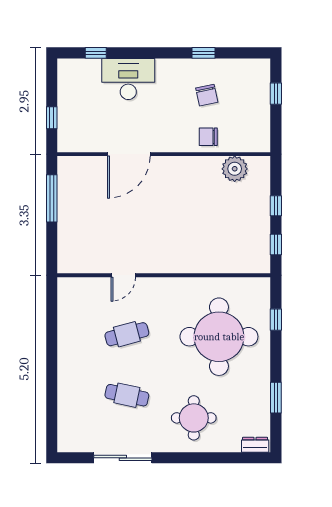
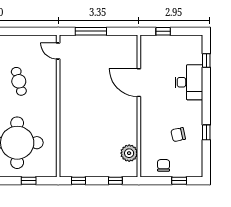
chair: (208, 137) -> (164, 165), moved
window: (52, 198) -> (91, 31), moved
window: (276, 206) -> (115, 181), moved
door: (123, 275) -> (58, 51), moved

